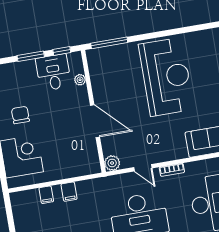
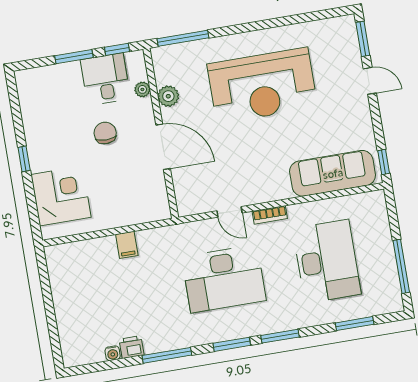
reception desk: (166, 77) -> (262, 86), turned 90
chair: (20, 115) -> (105, 133), moved
plant: (112, 163) -> (168, 96), moved
filing cabinet: (46, 195) -> (95, 249), removed

